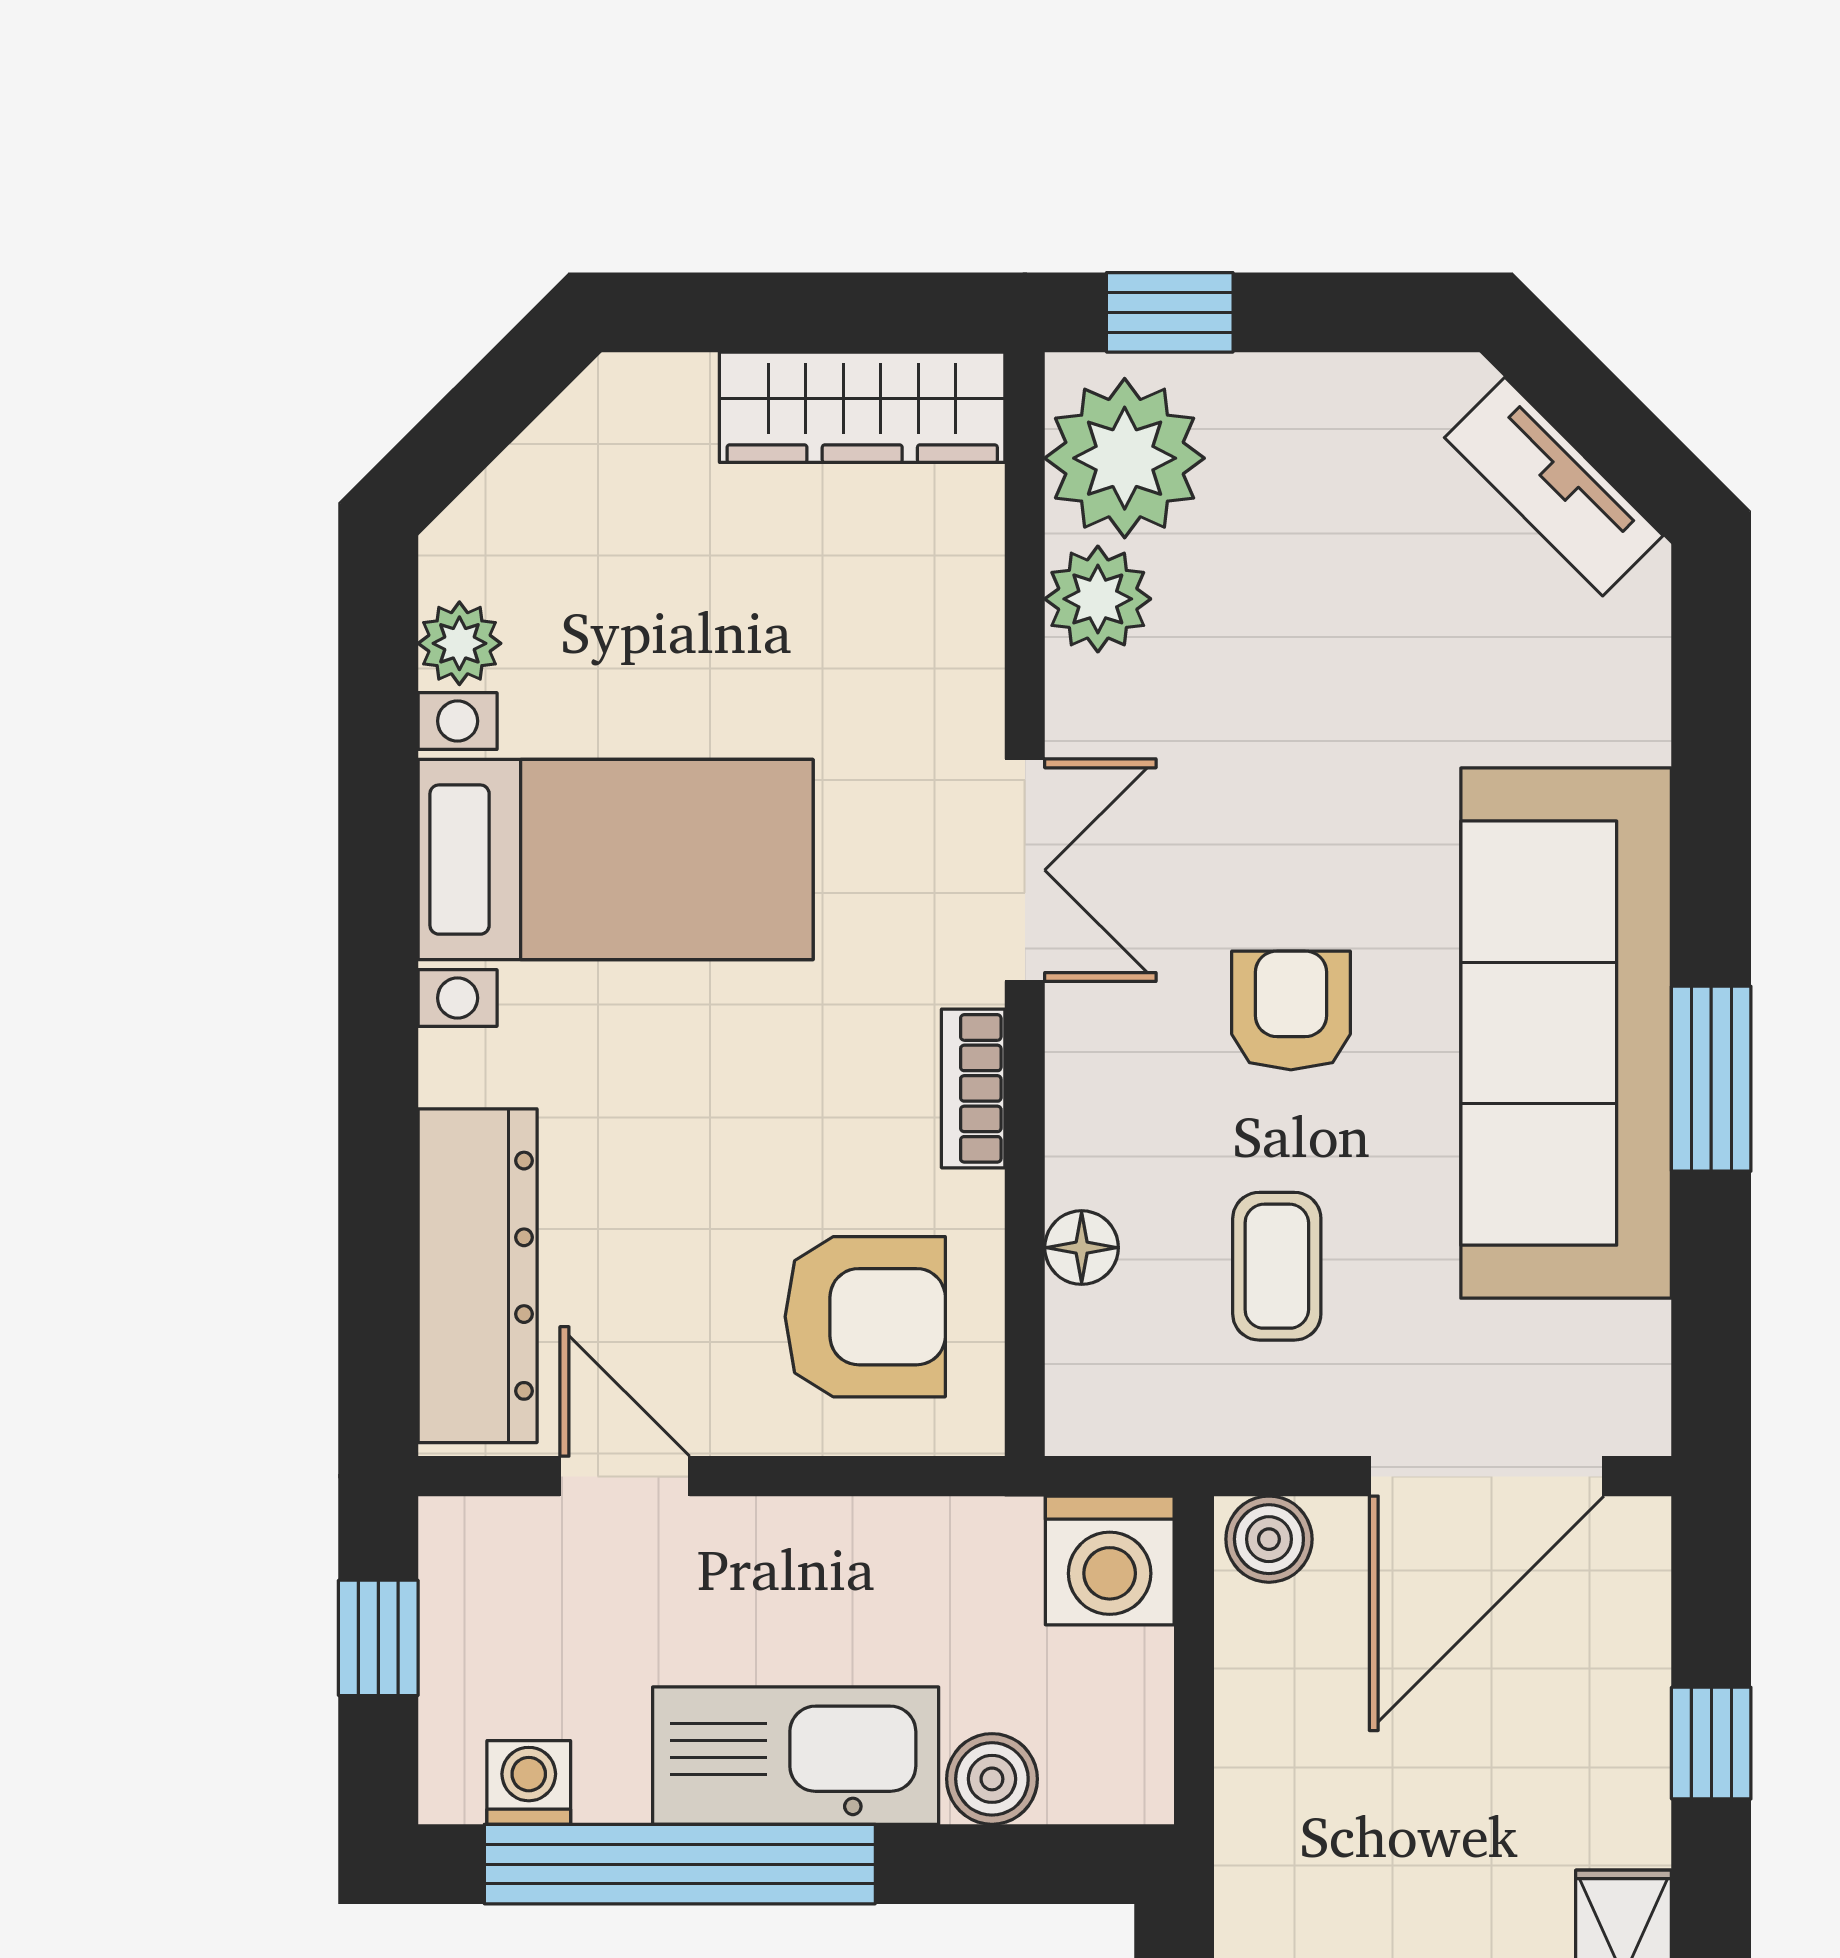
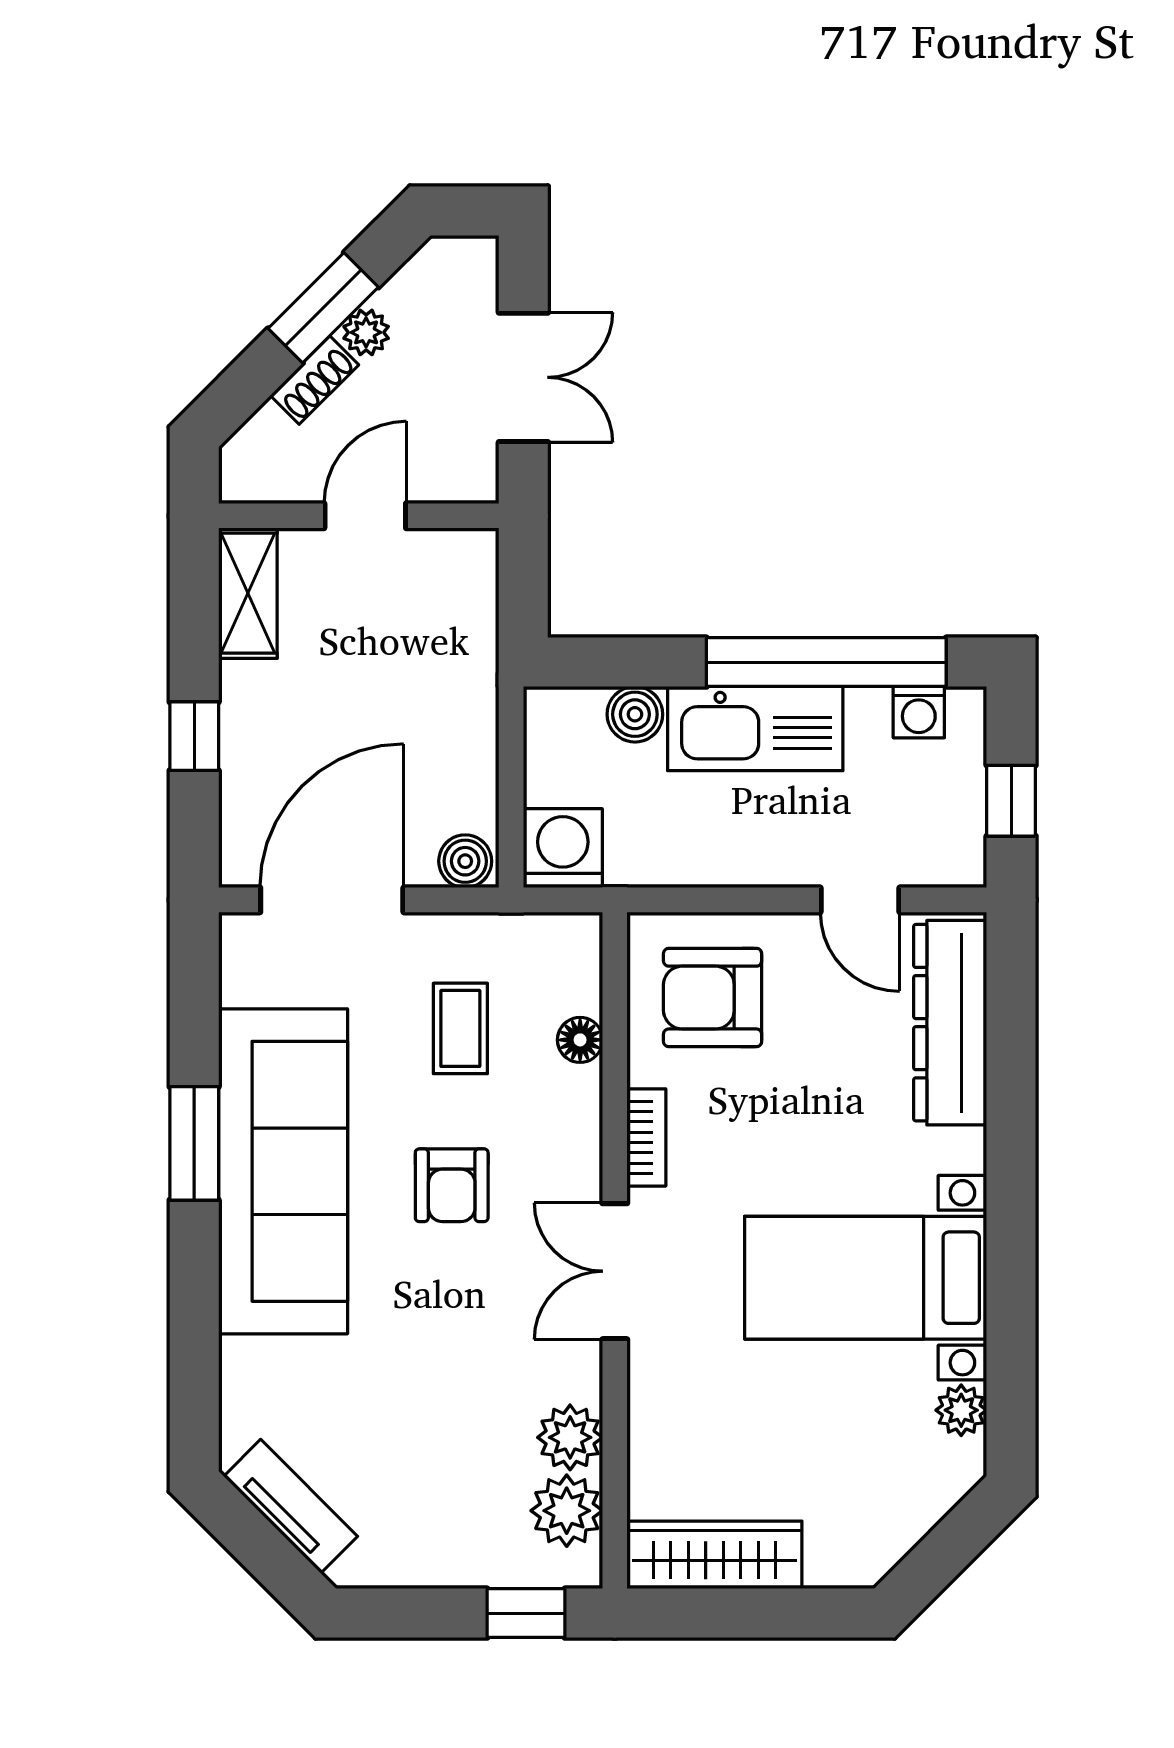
plant: (1125, 458) -> (567, 1511), width x0.73, depth x0.73

